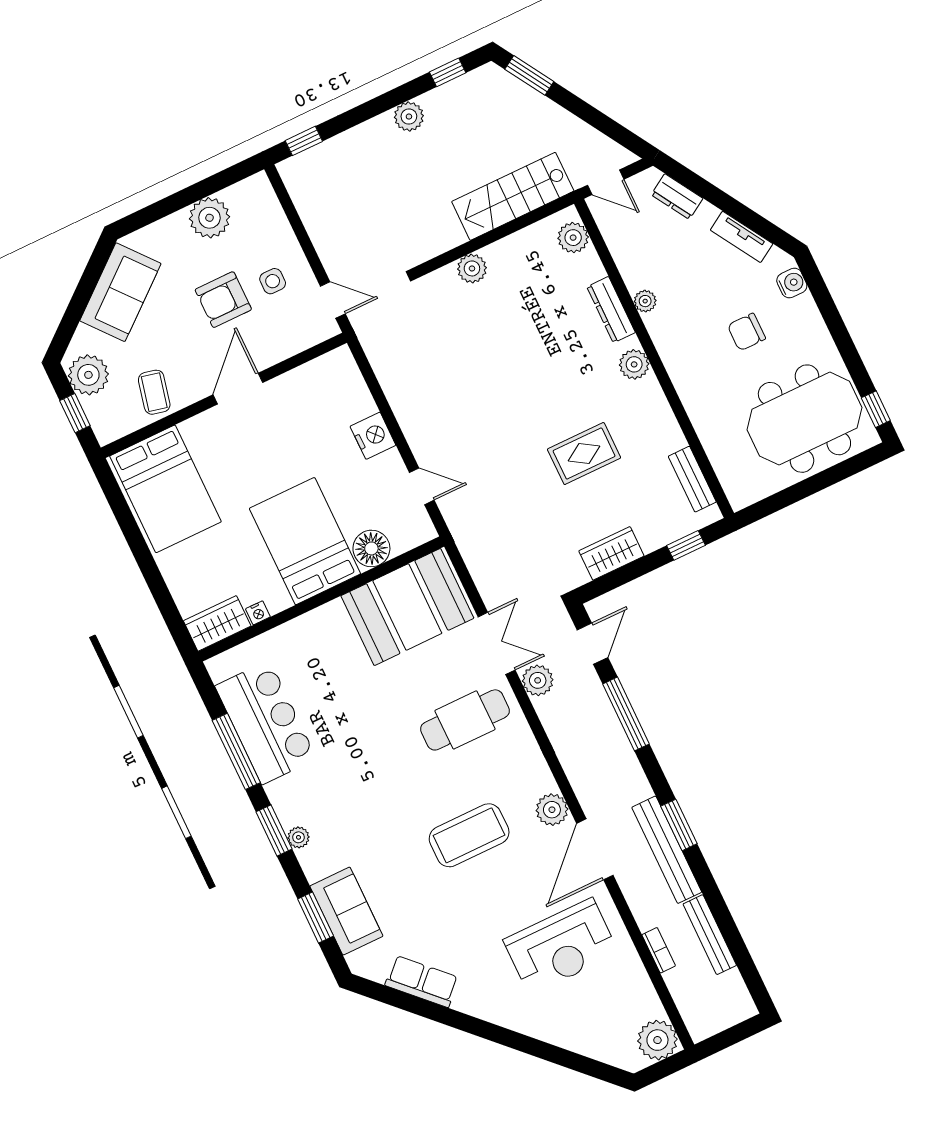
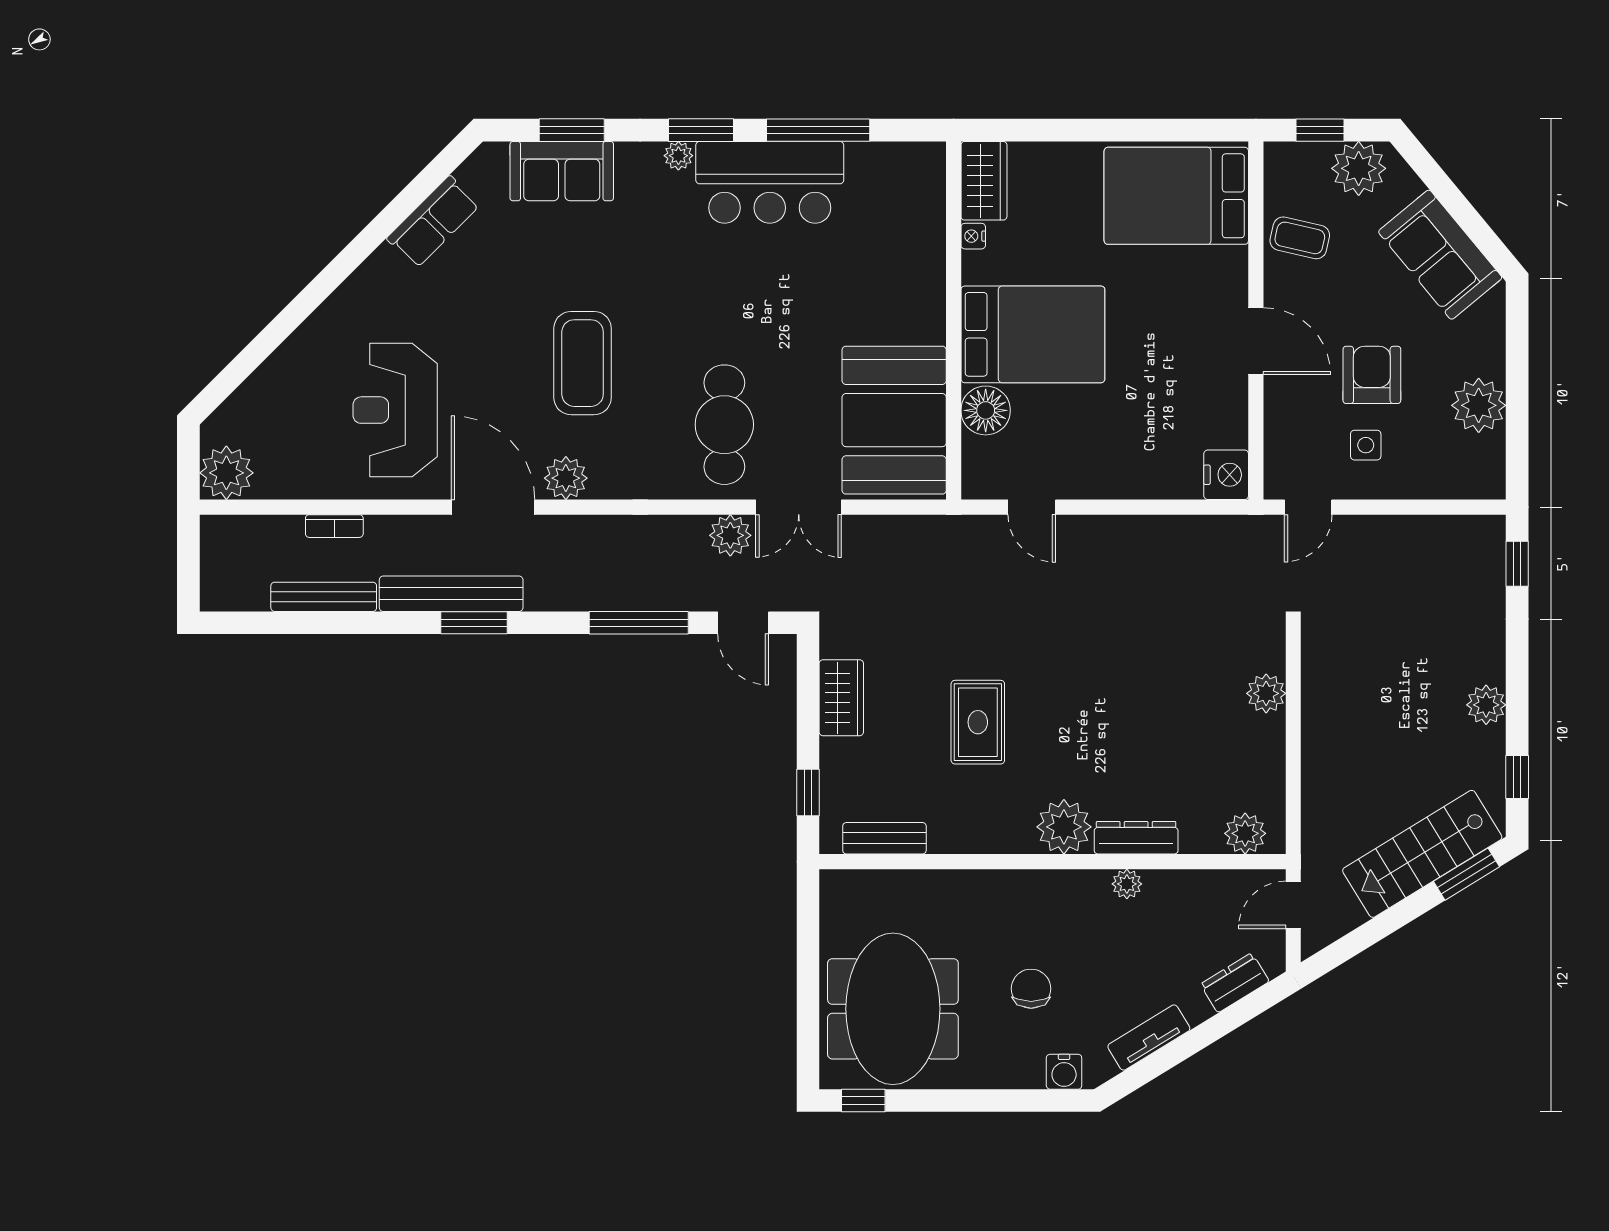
stairs: (513, 196) -> (1422, 854), moved, turned -122
plant: (634, 364) -> (1064, 827), width x1.36, depth x1.36
nightstand: (373, 436) -> (1226, 475), moved, turned -90
door: (422, 486) -> (1032, 507), hinge flipped
bar counter: (266, 722) -> (770, 182), moved

